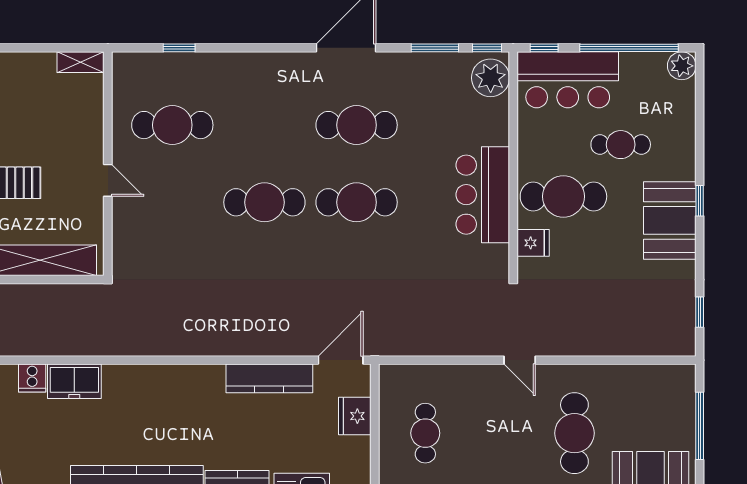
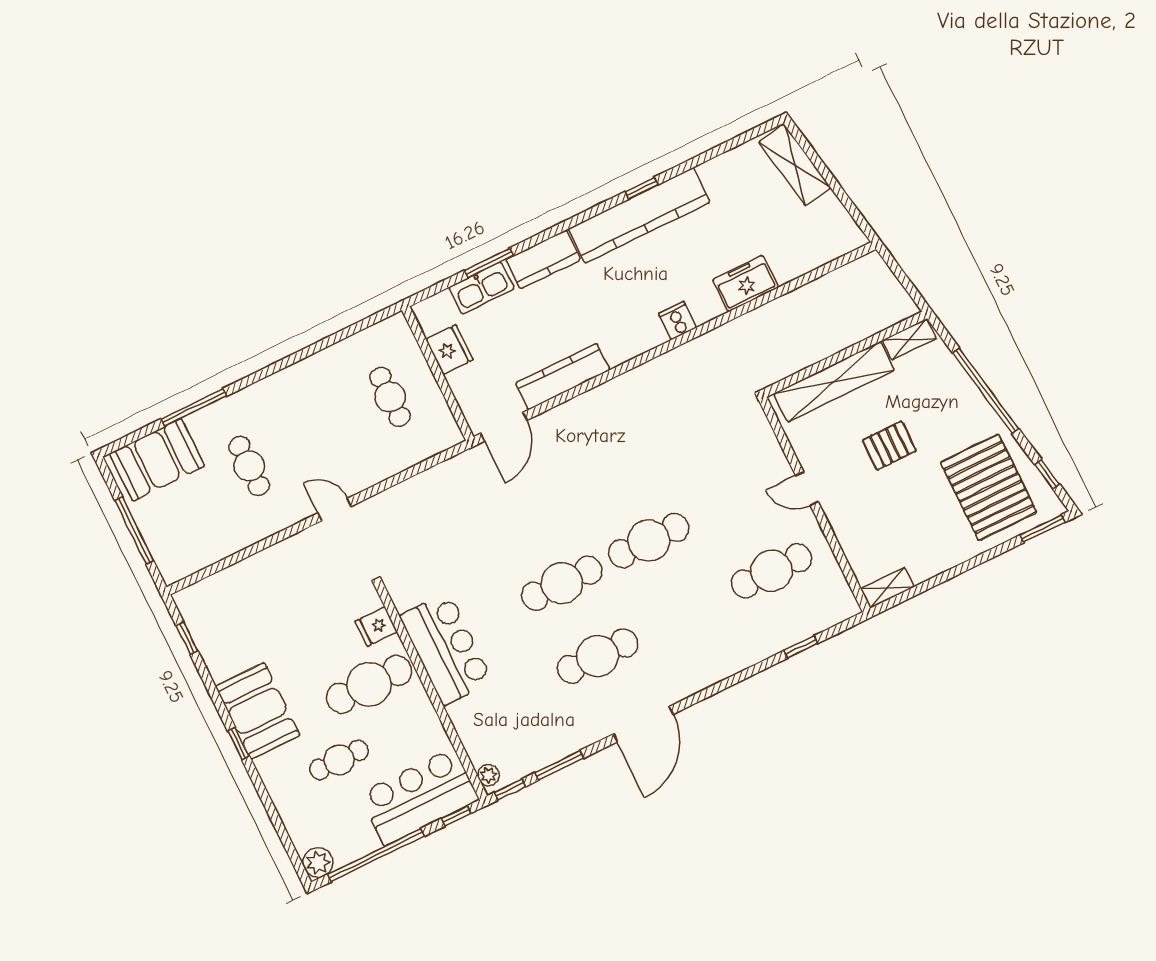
plant: (491, 78) -> (489, 775), width x0.53, depth x0.53
cooker: (32, 378) -> (677, 321), moved
fridge: (355, 416) -> (449, 350), moved
cafe table: (574, 433) -> (249, 466), width x0.73, depth x0.74

